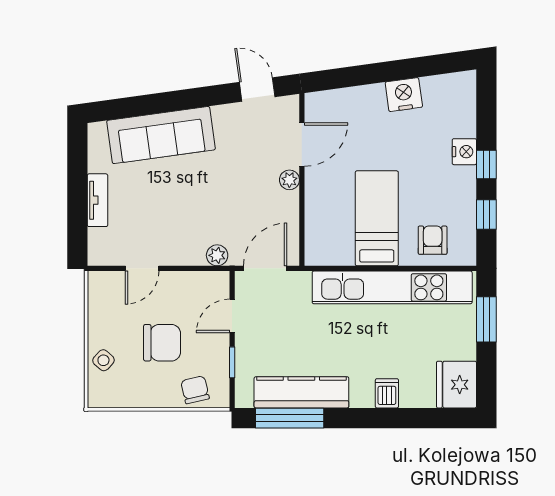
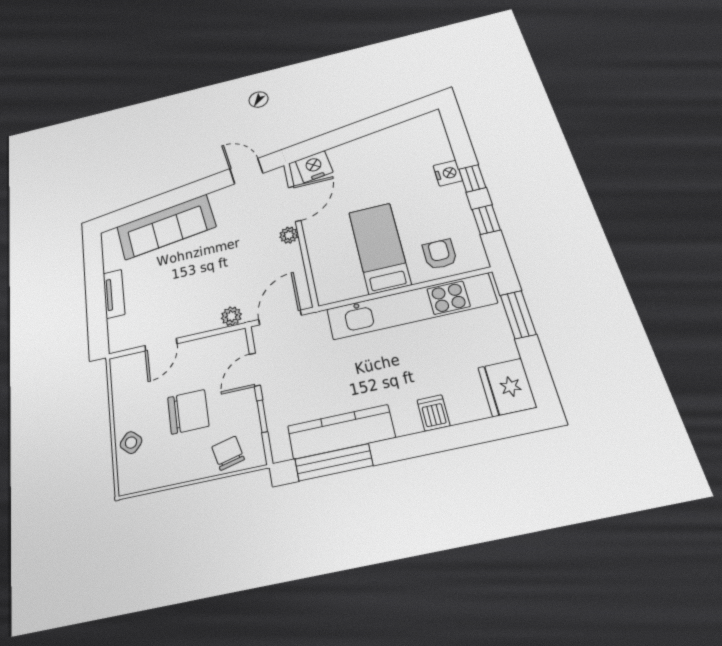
nightstand: (404, 95) -> (314, 167), moved

